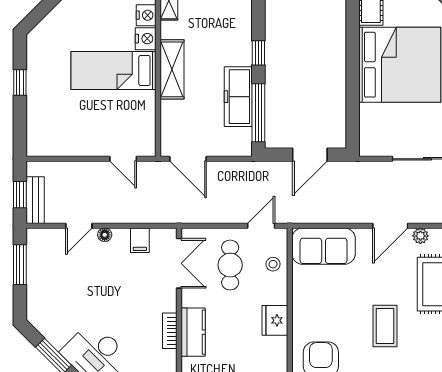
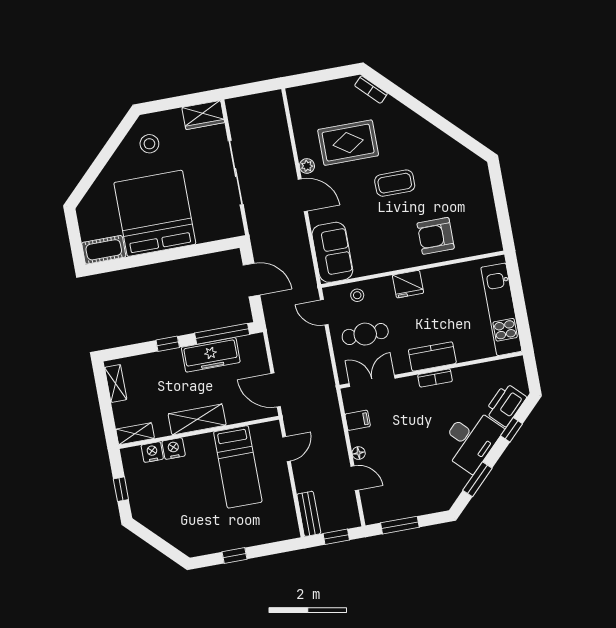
bed: (114, 70) -> (238, 467), moved
door: (188, 159) -> (276, 390), swing flipped
bench: (35, 200) -> (309, 514), moved, turned 90

